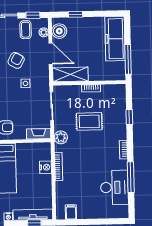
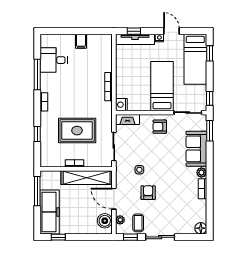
window: (75, 14) -> (58, 237), moved
armchair: (16, 60) -> (148, 193), turned 151
shelving: (70, 74) -> (87, 178), width x1.47
rug: (89, 121) -> (77, 131), width x1.36, depth x1.43
plant: (61, 137) -> (106, 115), removed
nightstand: (46, 167) -> (121, 105), moved
desk: (114, 187) -> (54, 60), width x0.73
filing cabinet: (71, 212) -> (81, 41), moved

